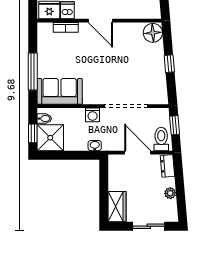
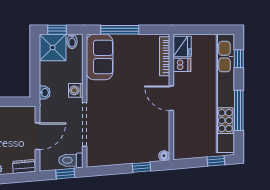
door: (100, 21) -> (171, 98), hinge flipped
bookcase: (66, 27) -> (165, 56), width x1.56
floor lamp: (153, 33) -> (164, 156), width x0.53, depth x0.53
window: (169, 64) -> (141, 167), moved
toilet: (161, 139) -> (71, 160), moved, turned 180

